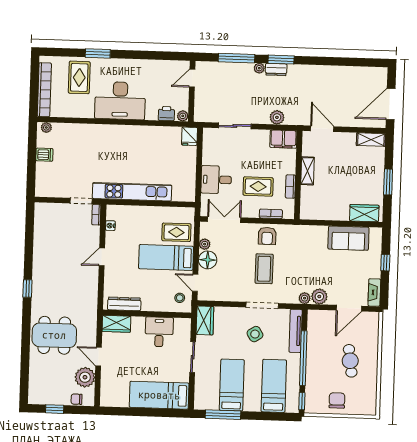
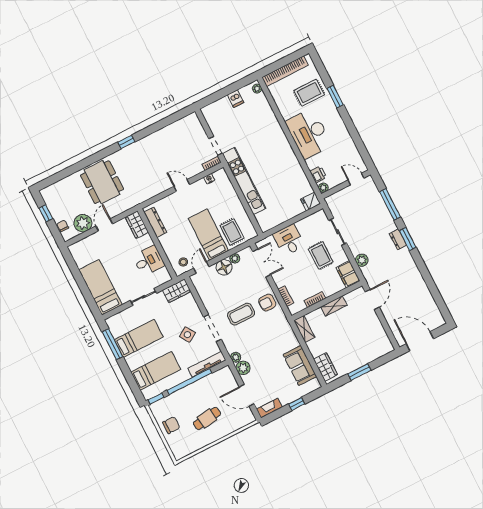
plant: (259, 68) -> (392, 226), removed
shelving: (371, 140) -> (304, 329), moved
rug: (258, 186) -> (321, 255), moved

